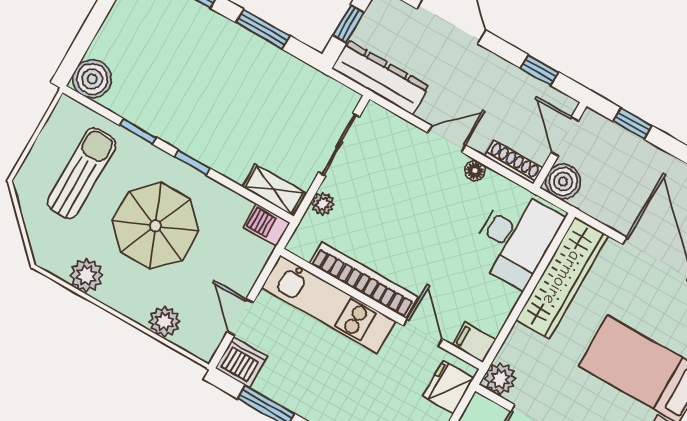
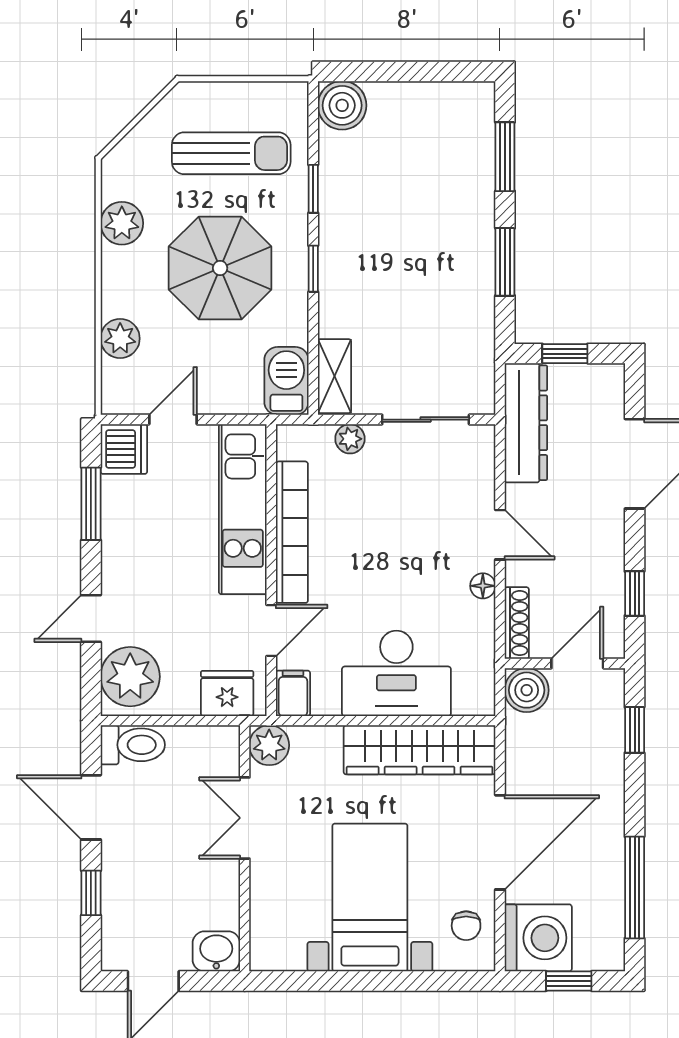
barbecue: (267, 225) -> (286, 381), width x1.38, depth x1.27
desk: (515, 238) -> (396, 673), moved

